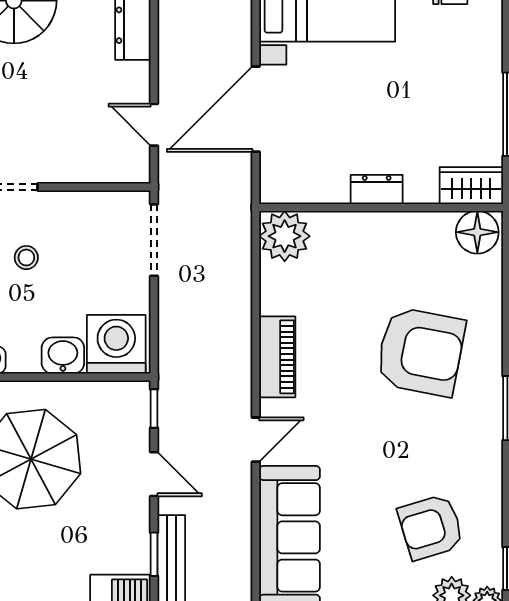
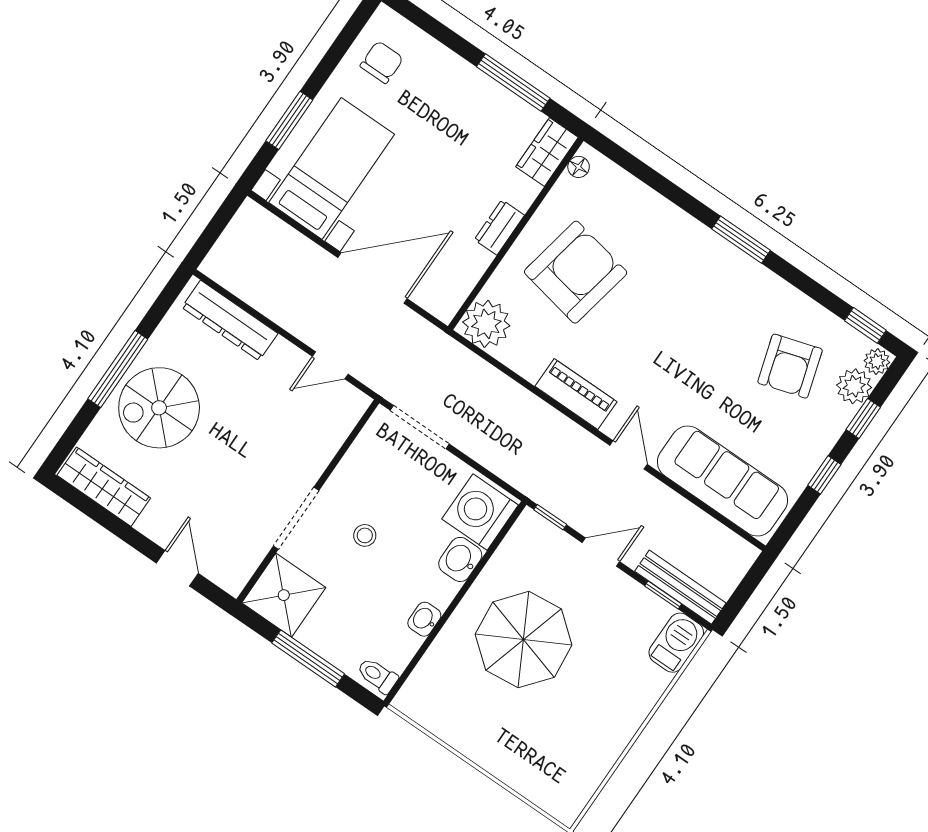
door: (256, 109) -> (372, 278), swing flipped
floor lamp: (477, 232) -> (579, 167), width x0.53, depth x0.53
armchair: (421, 352) -> (576, 272), moved

